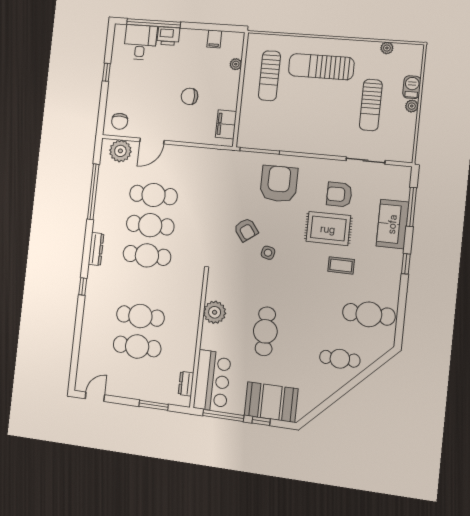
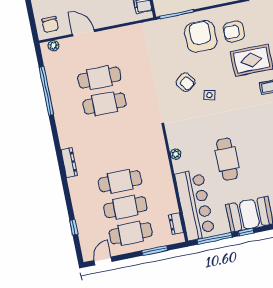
door: (152, 141) -> (83, 33), swing flipped
plant: (120, 151) -> (53, 46), width x0.53, depth x0.53
armchair: (339, 194) -> (234, 32), moved
dresser: (96, 249) -> (69, 163), moved
cafe table: (147, 255) -> (131, 233), moved
window: (83, 287) -> (74, 227), moved
plant: (215, 312) -> (176, 154), width x0.53, depth x0.53
bar counter: (212, 381) -> (195, 205), width x1.36

